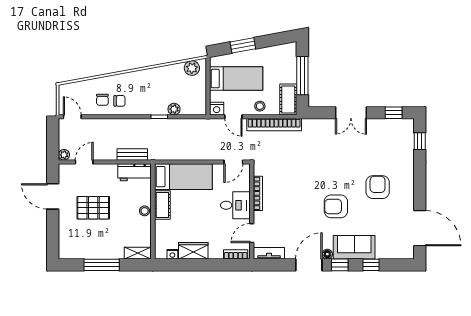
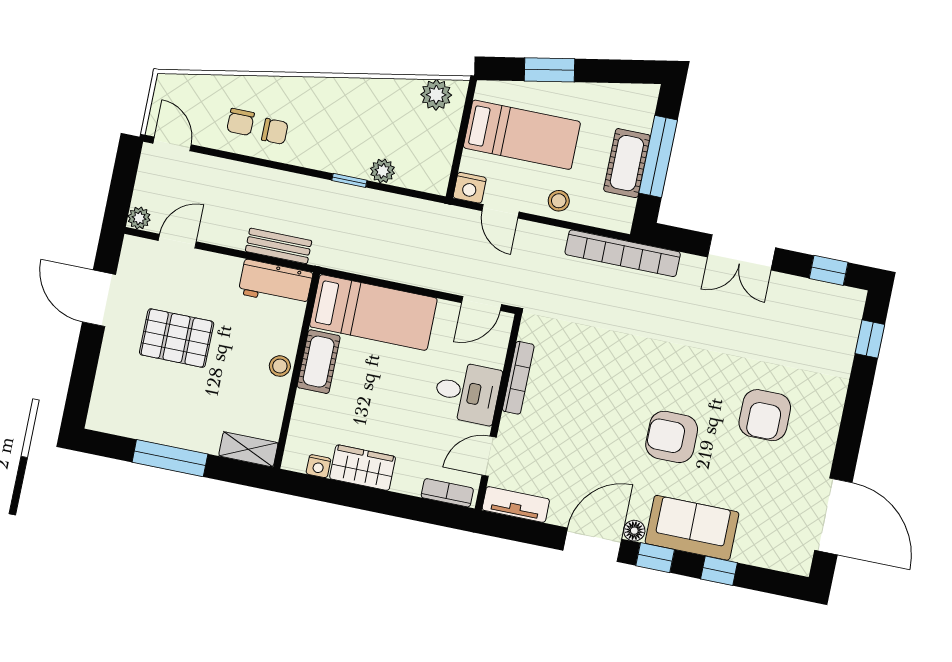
cot: (288, 100) -> (627, 163), moved
bookcase: (274, 125) -> (623, 253), moved
armchair: (378, 187) -> (765, 415), turned 180

